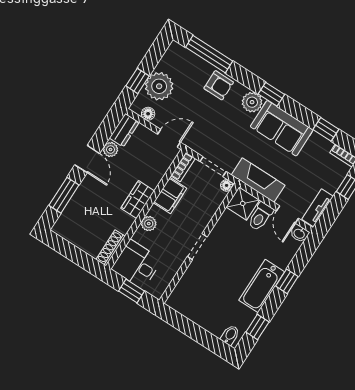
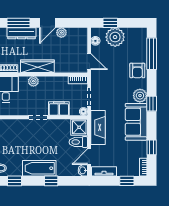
dresser: (124, 130) -> (22, 33), moved, width x1.44
filing cabinet: (170, 195) -> (59, 109), moved, turned 180
wardrobe: (138, 200) -> (37, 66), width x1.50

